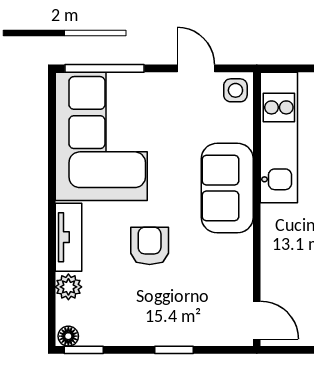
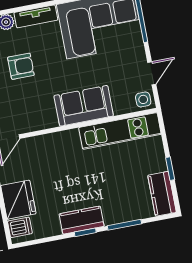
armchair: (150, 246) -> (21, 66), moved

